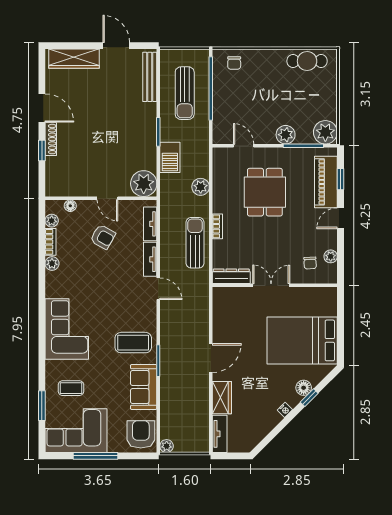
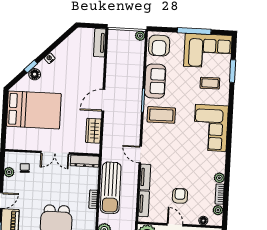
armchair: (103, 237) -> (180, 196), turned 61
sun lounger: (195, 243) -> (111, 188), width x1.36, depth x1.34
wardrobe: (222, 398) -> (93, 131), moved

